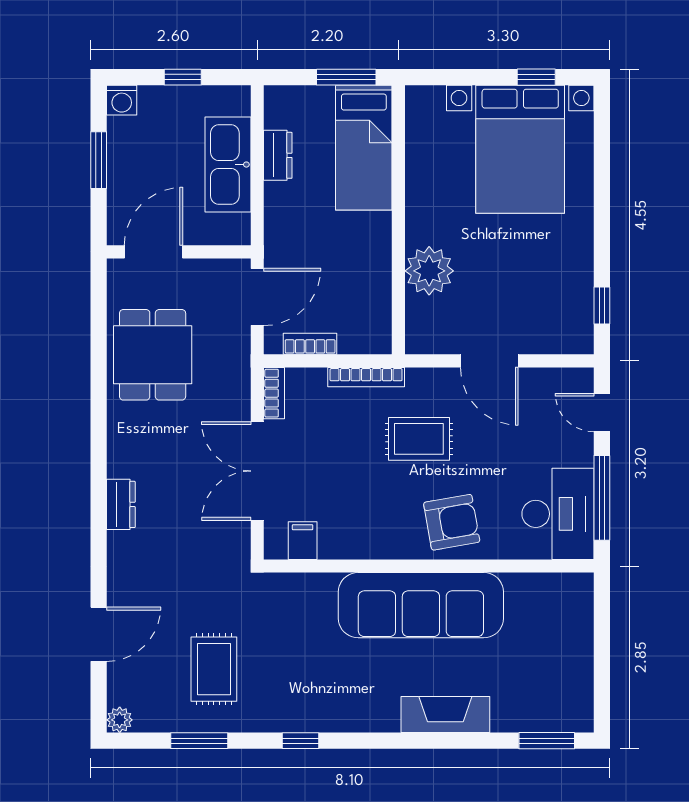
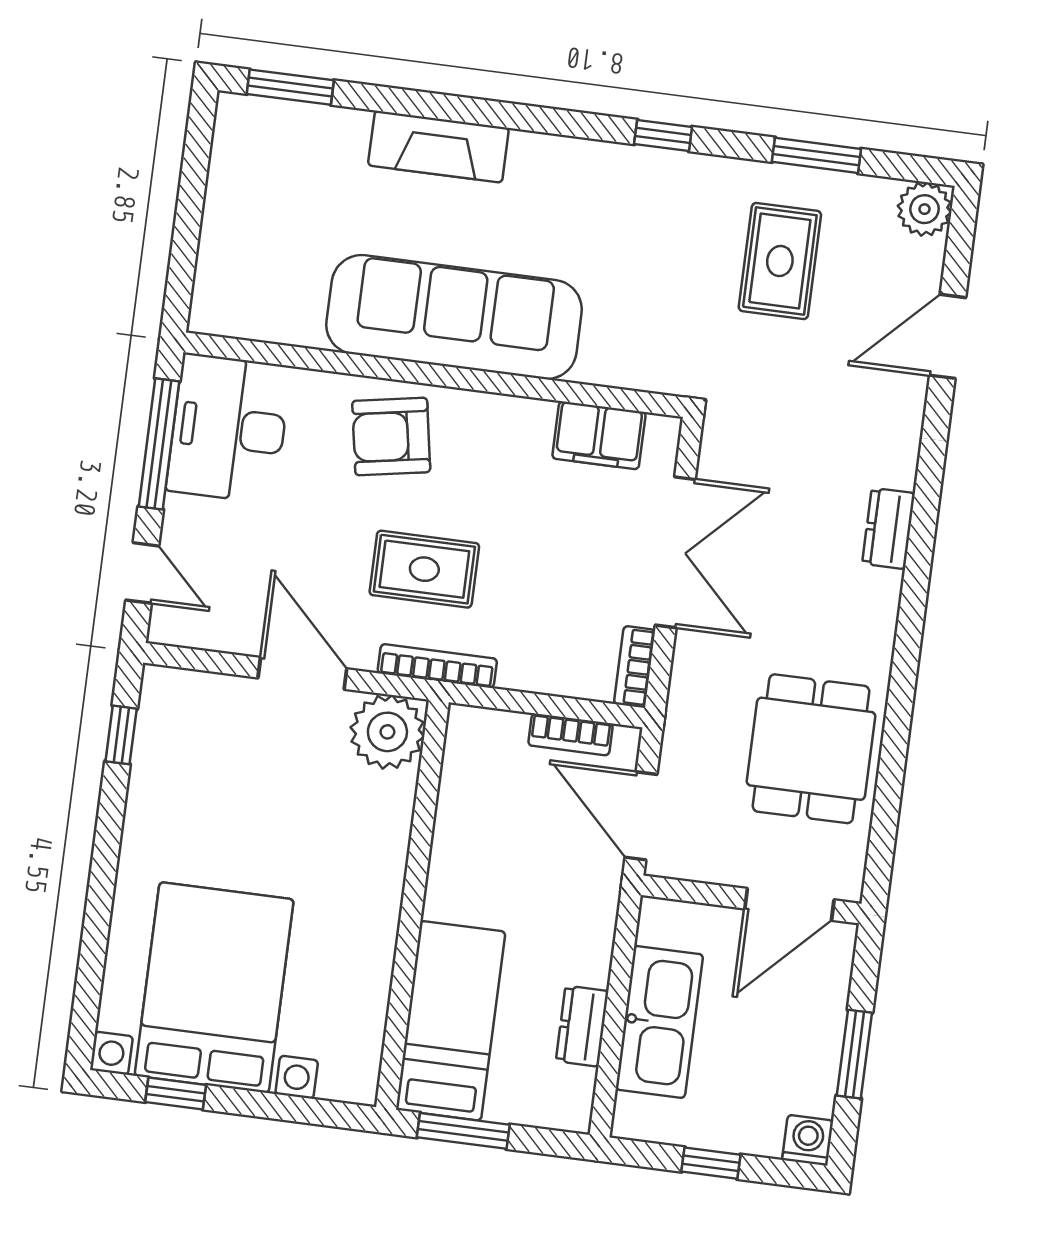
plant: (429, 271) -> (387, 732), moved
door: (257, 297) -> (641, 816), hinge flipped
bookcase: (366, 377) -> (437, 666), moved
filing cabinet: (303, 541) -> (599, 435), width x2.00
plant: (120, 720) -> (925, 209), width x1.38, depth x1.38

